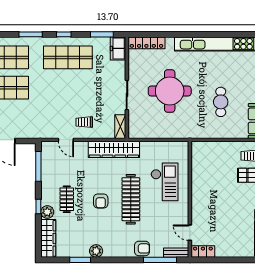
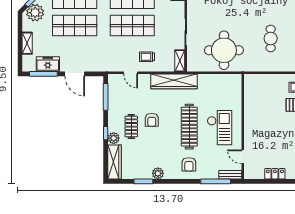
shop shelf: (68, 88) -> (132, 26), added
round table: (170, 91) -> (224, 50), moved
checkout: (165, 182) -> (219, 128), moved
armchair: (101, 201) -> (152, 120), moved
armchair: (142, 248) -> (189, 164), moved, turned 90
locker: (203, 252) -> (275, 174), moved

